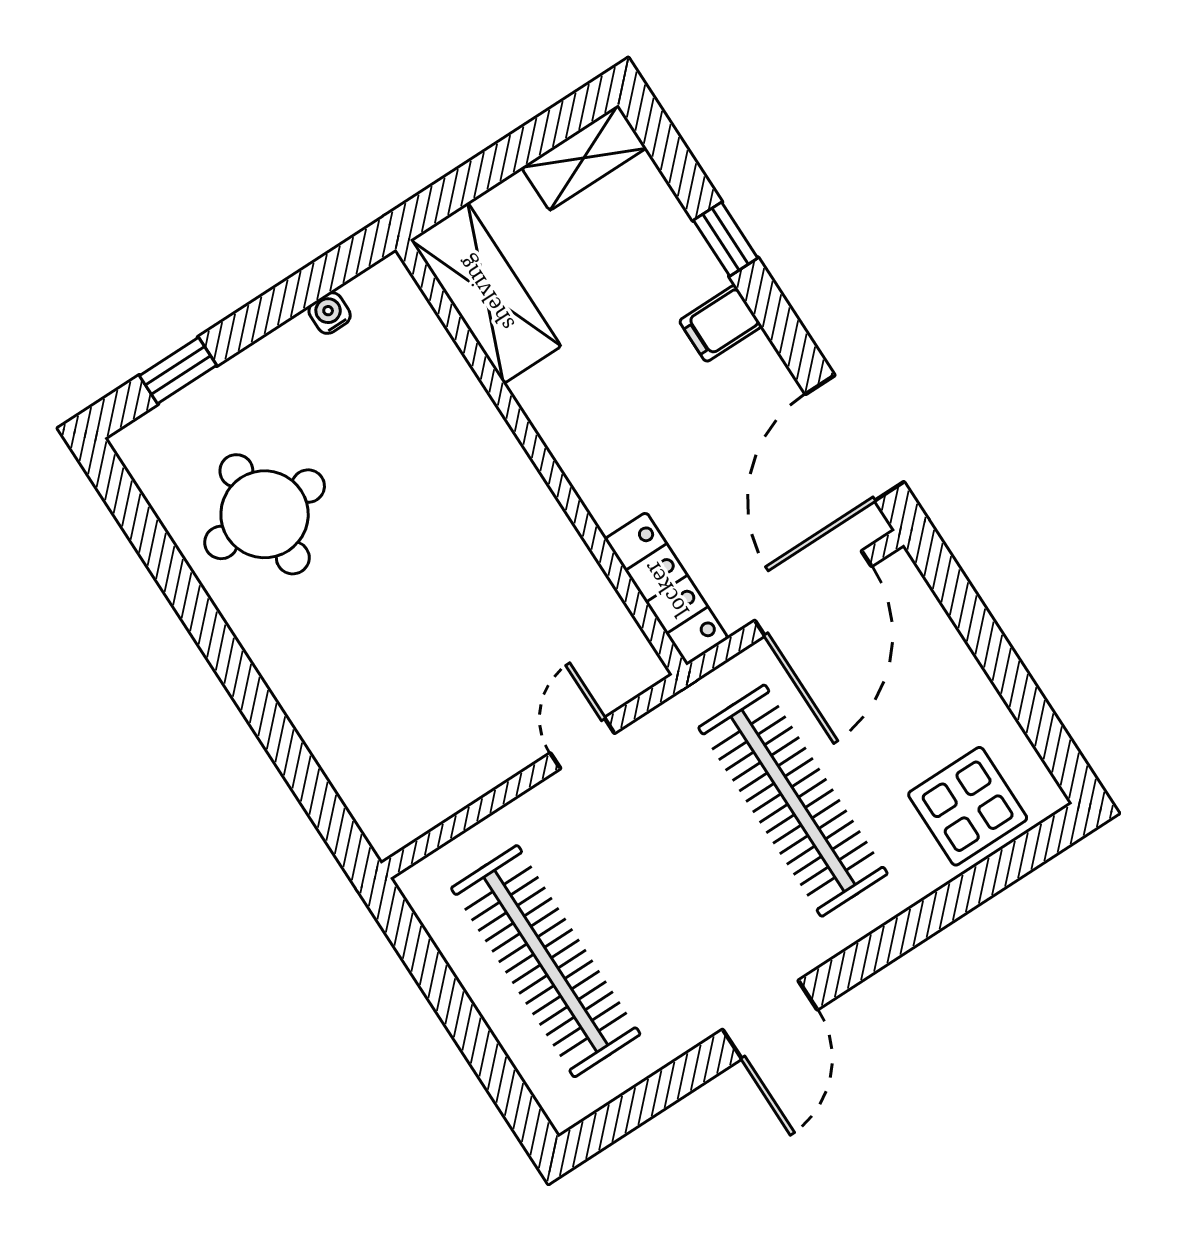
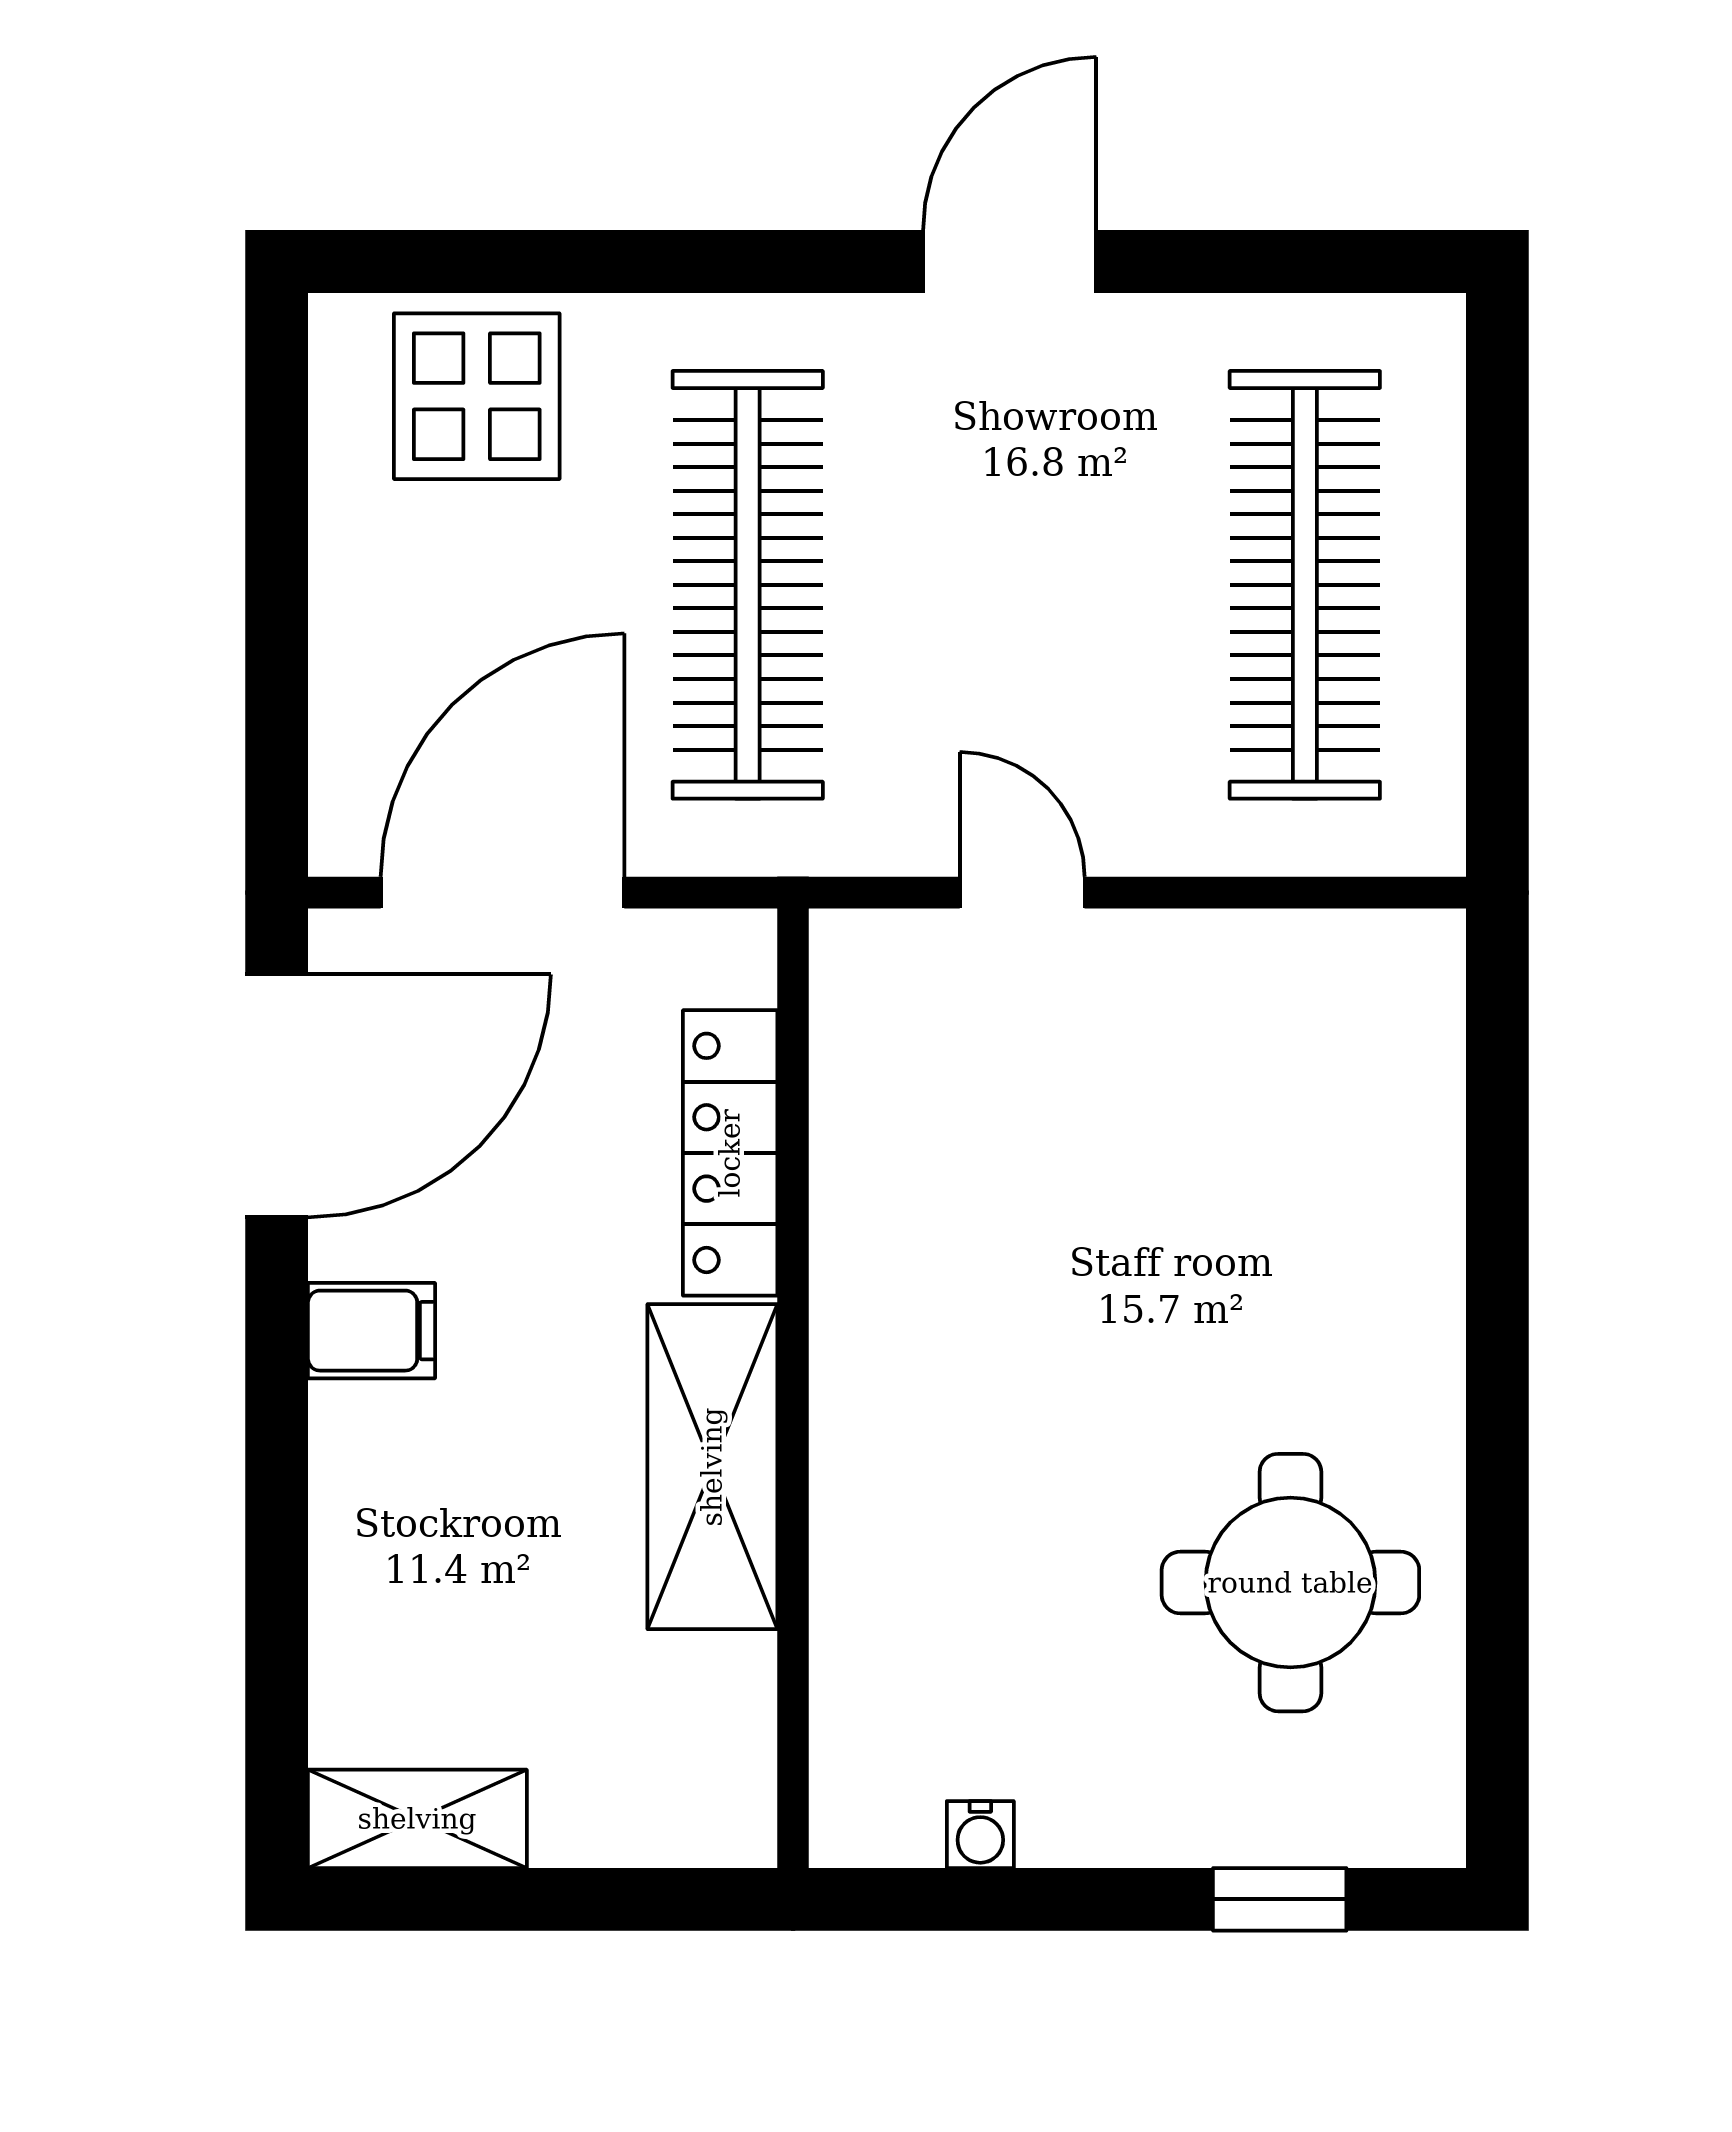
window: (726, 239) -> (277, 1544), removed
shelving: (486, 293) -> (712, 1467), moved
filing cabinet: (720, 323) -> (371, 1331), moved
locker: (666, 589) -> (730, 1153), moved
door: (582, 743) -> (1022, 893), swing flipped

